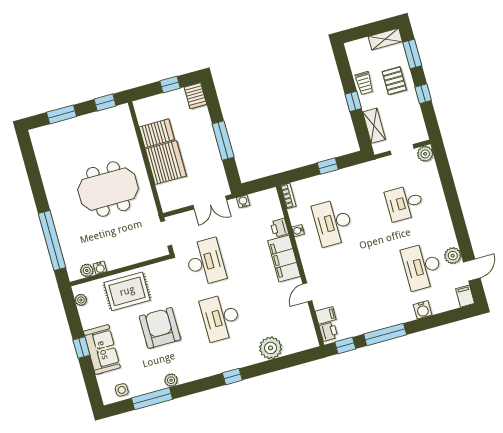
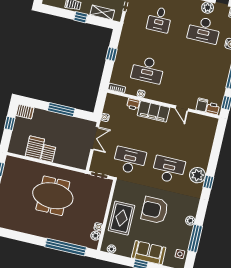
server rack: (166, 162) -> (48, 154), width x0.46, depth x0.70
meeting table: (108, 189) -> (53, 196), turned 90
desk: (221, 318) -> (168, 170), turned 180
plant: (271, 348) -> (197, 175), moved

